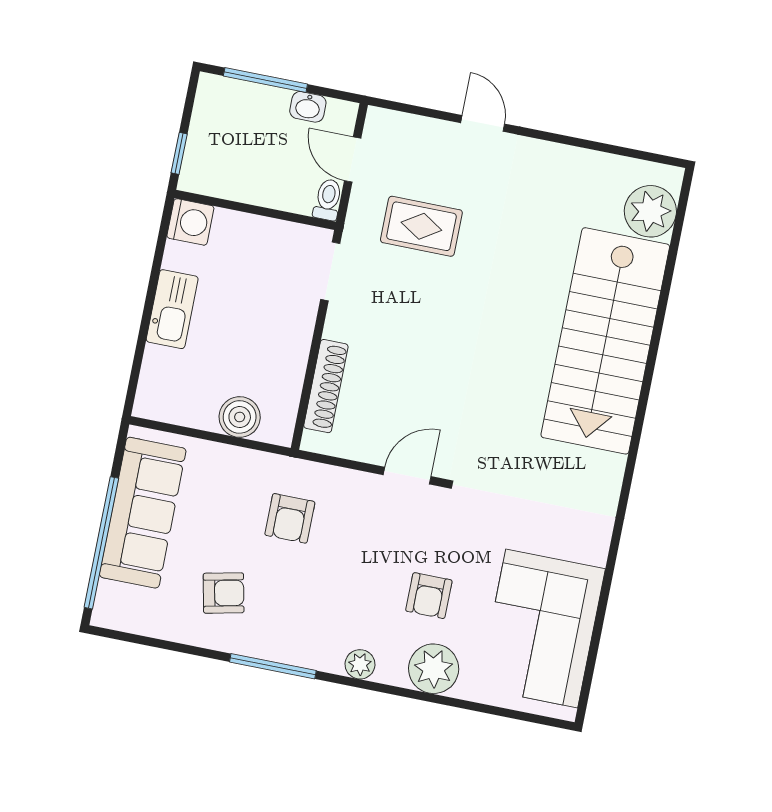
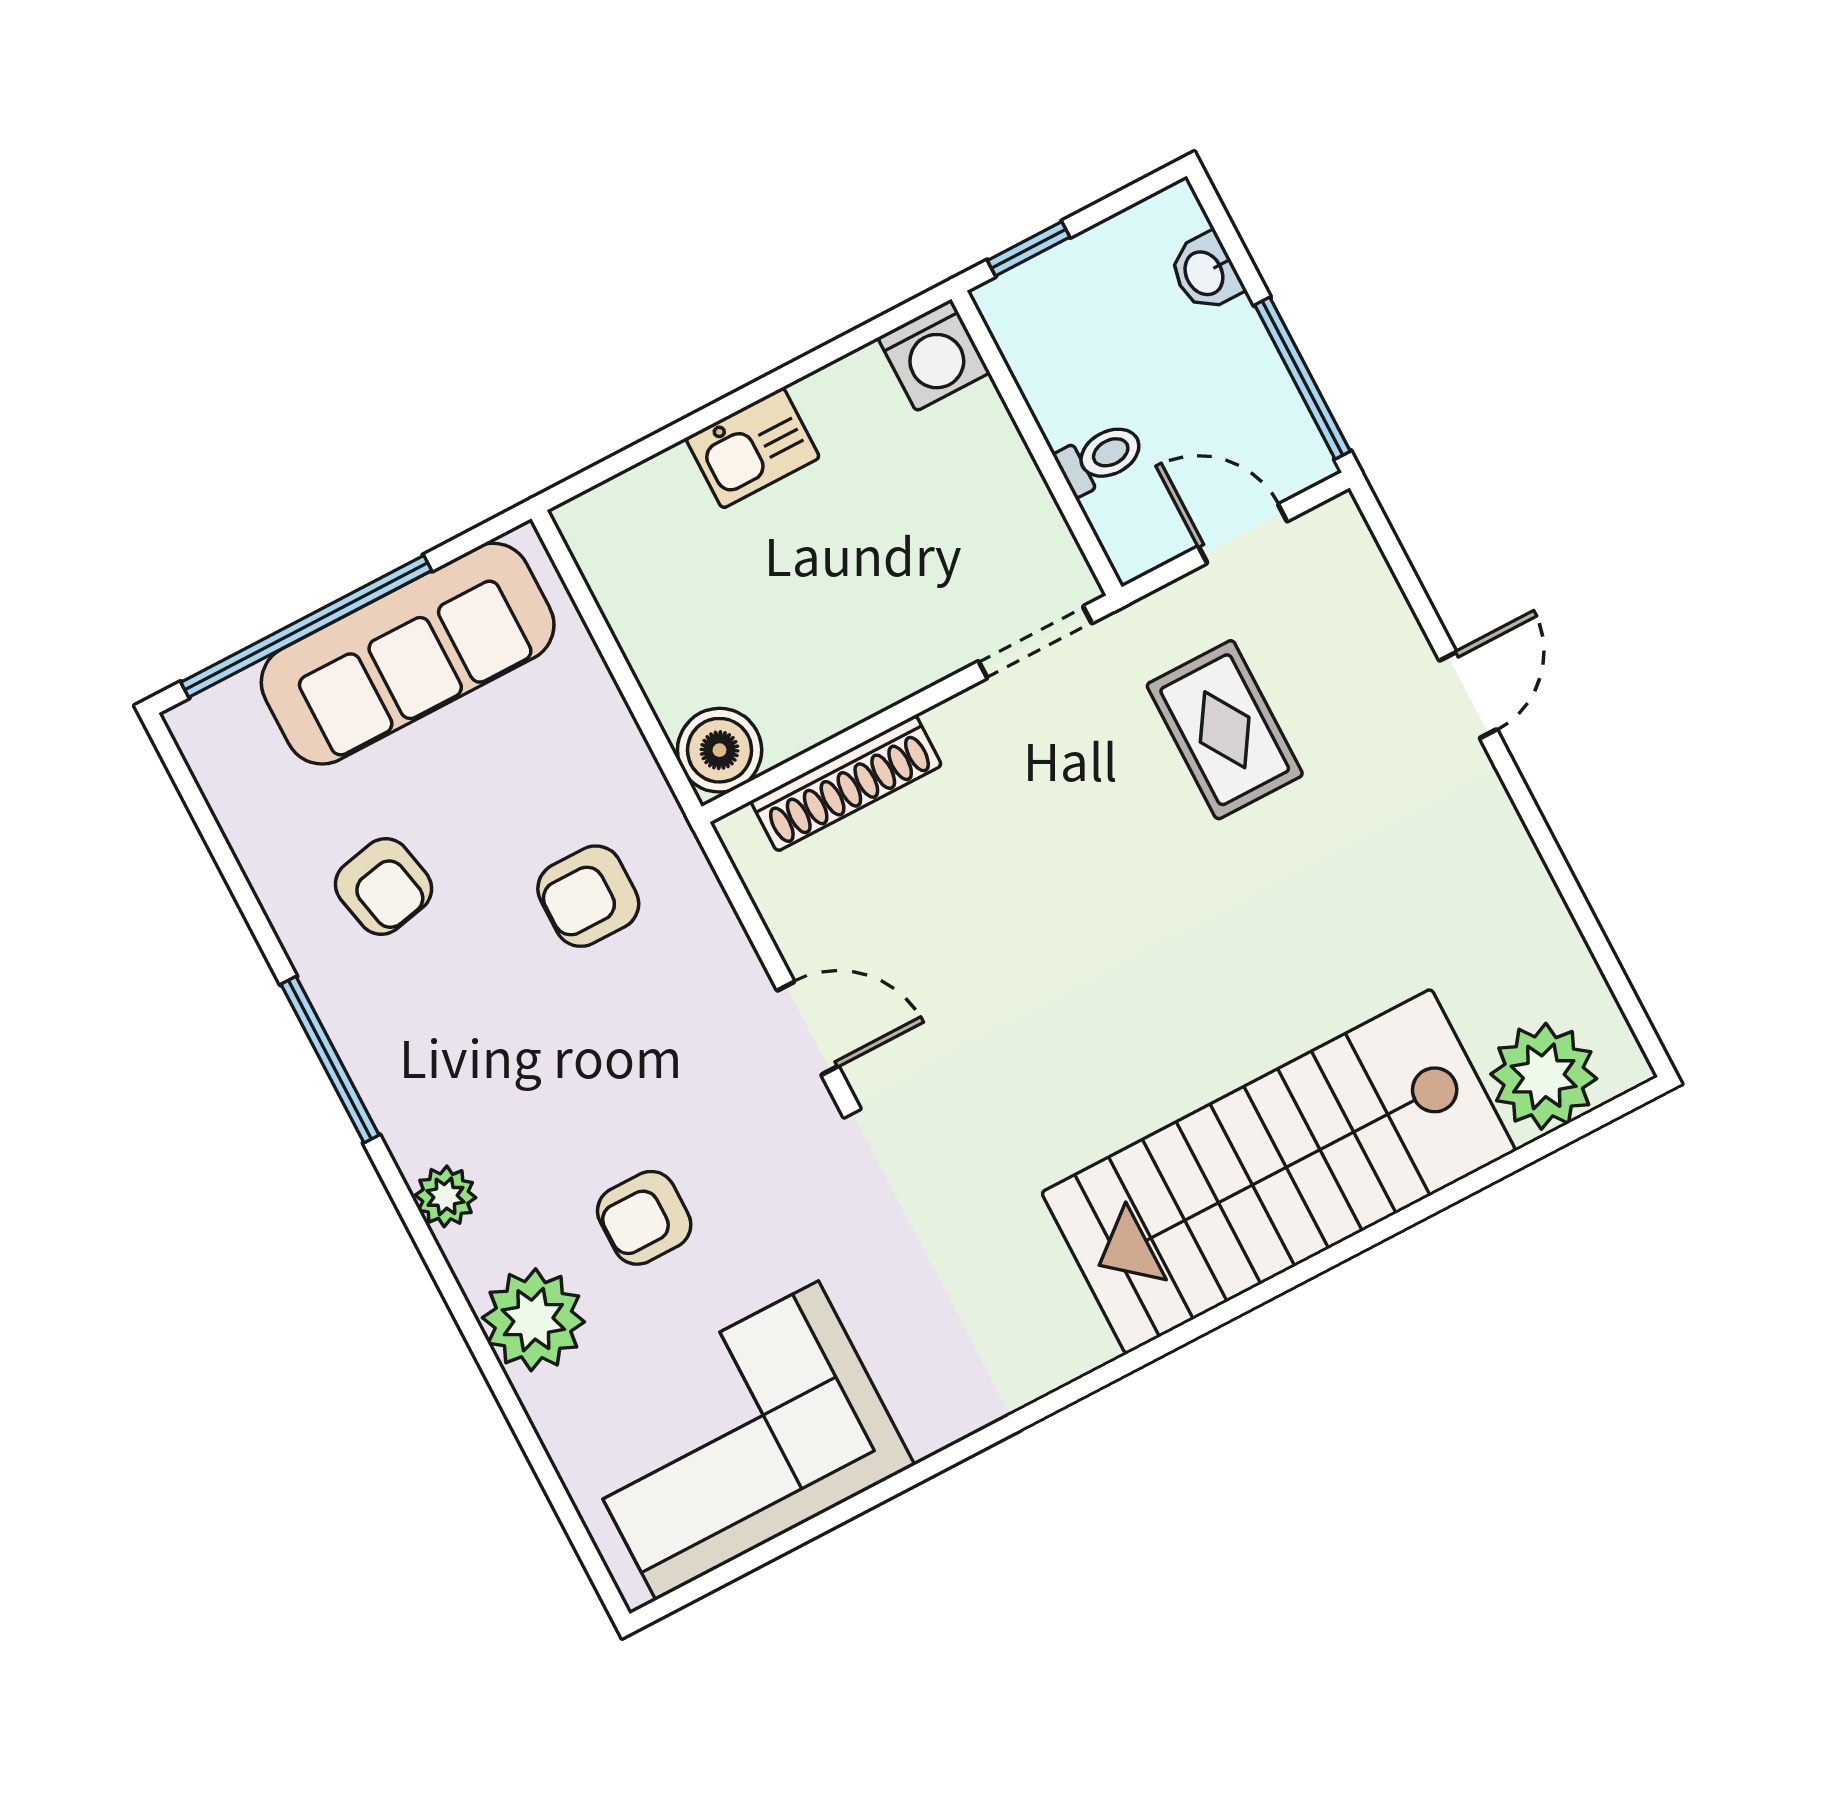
window: (265, 80) -> (1302, 378), moved
washbasin: (308, 107) -> (1205, 272), moved
door: (353, 159) -> (1243, 534), hinge flipped
toilet: (328, 200) -> (1100, 458), moved
kitchen sink: (172, 309) -> (753, 448), width x0.73
boiler: (240, 417) -> (720, 750), moved

